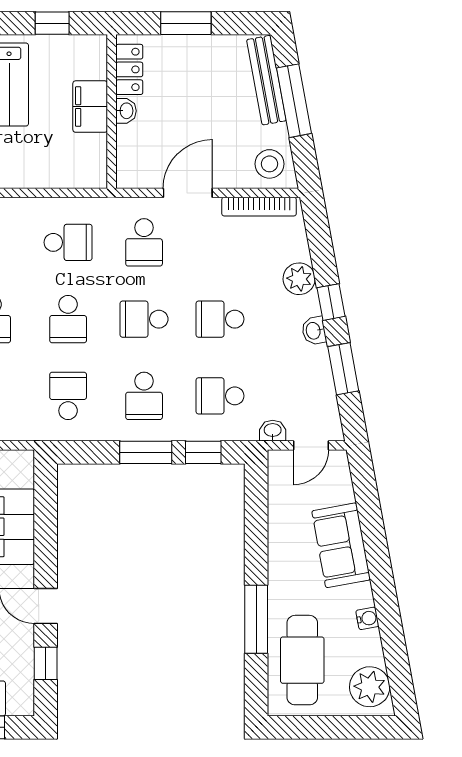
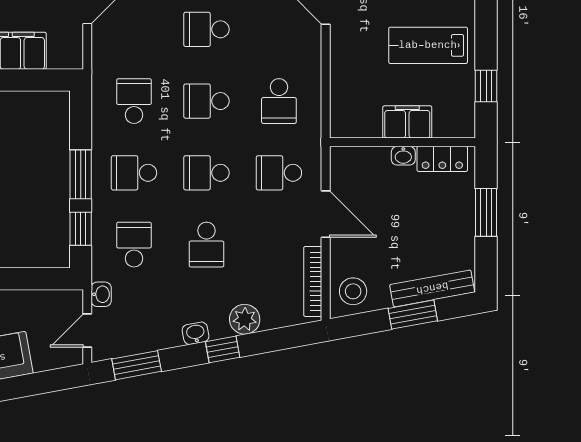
window: (294, 101) -> (413, 315), width x0.69
school desk: (144, 319) -> (206, 173), turned -90
school desk: (220, 319) -> (206, 245), turned 180
window: (343, 369) -> (137, 365), moved
school desk: (68, 396) -> (134, 101), turned -90
door: (311, 445) -> (87, 331), hinge flipped

